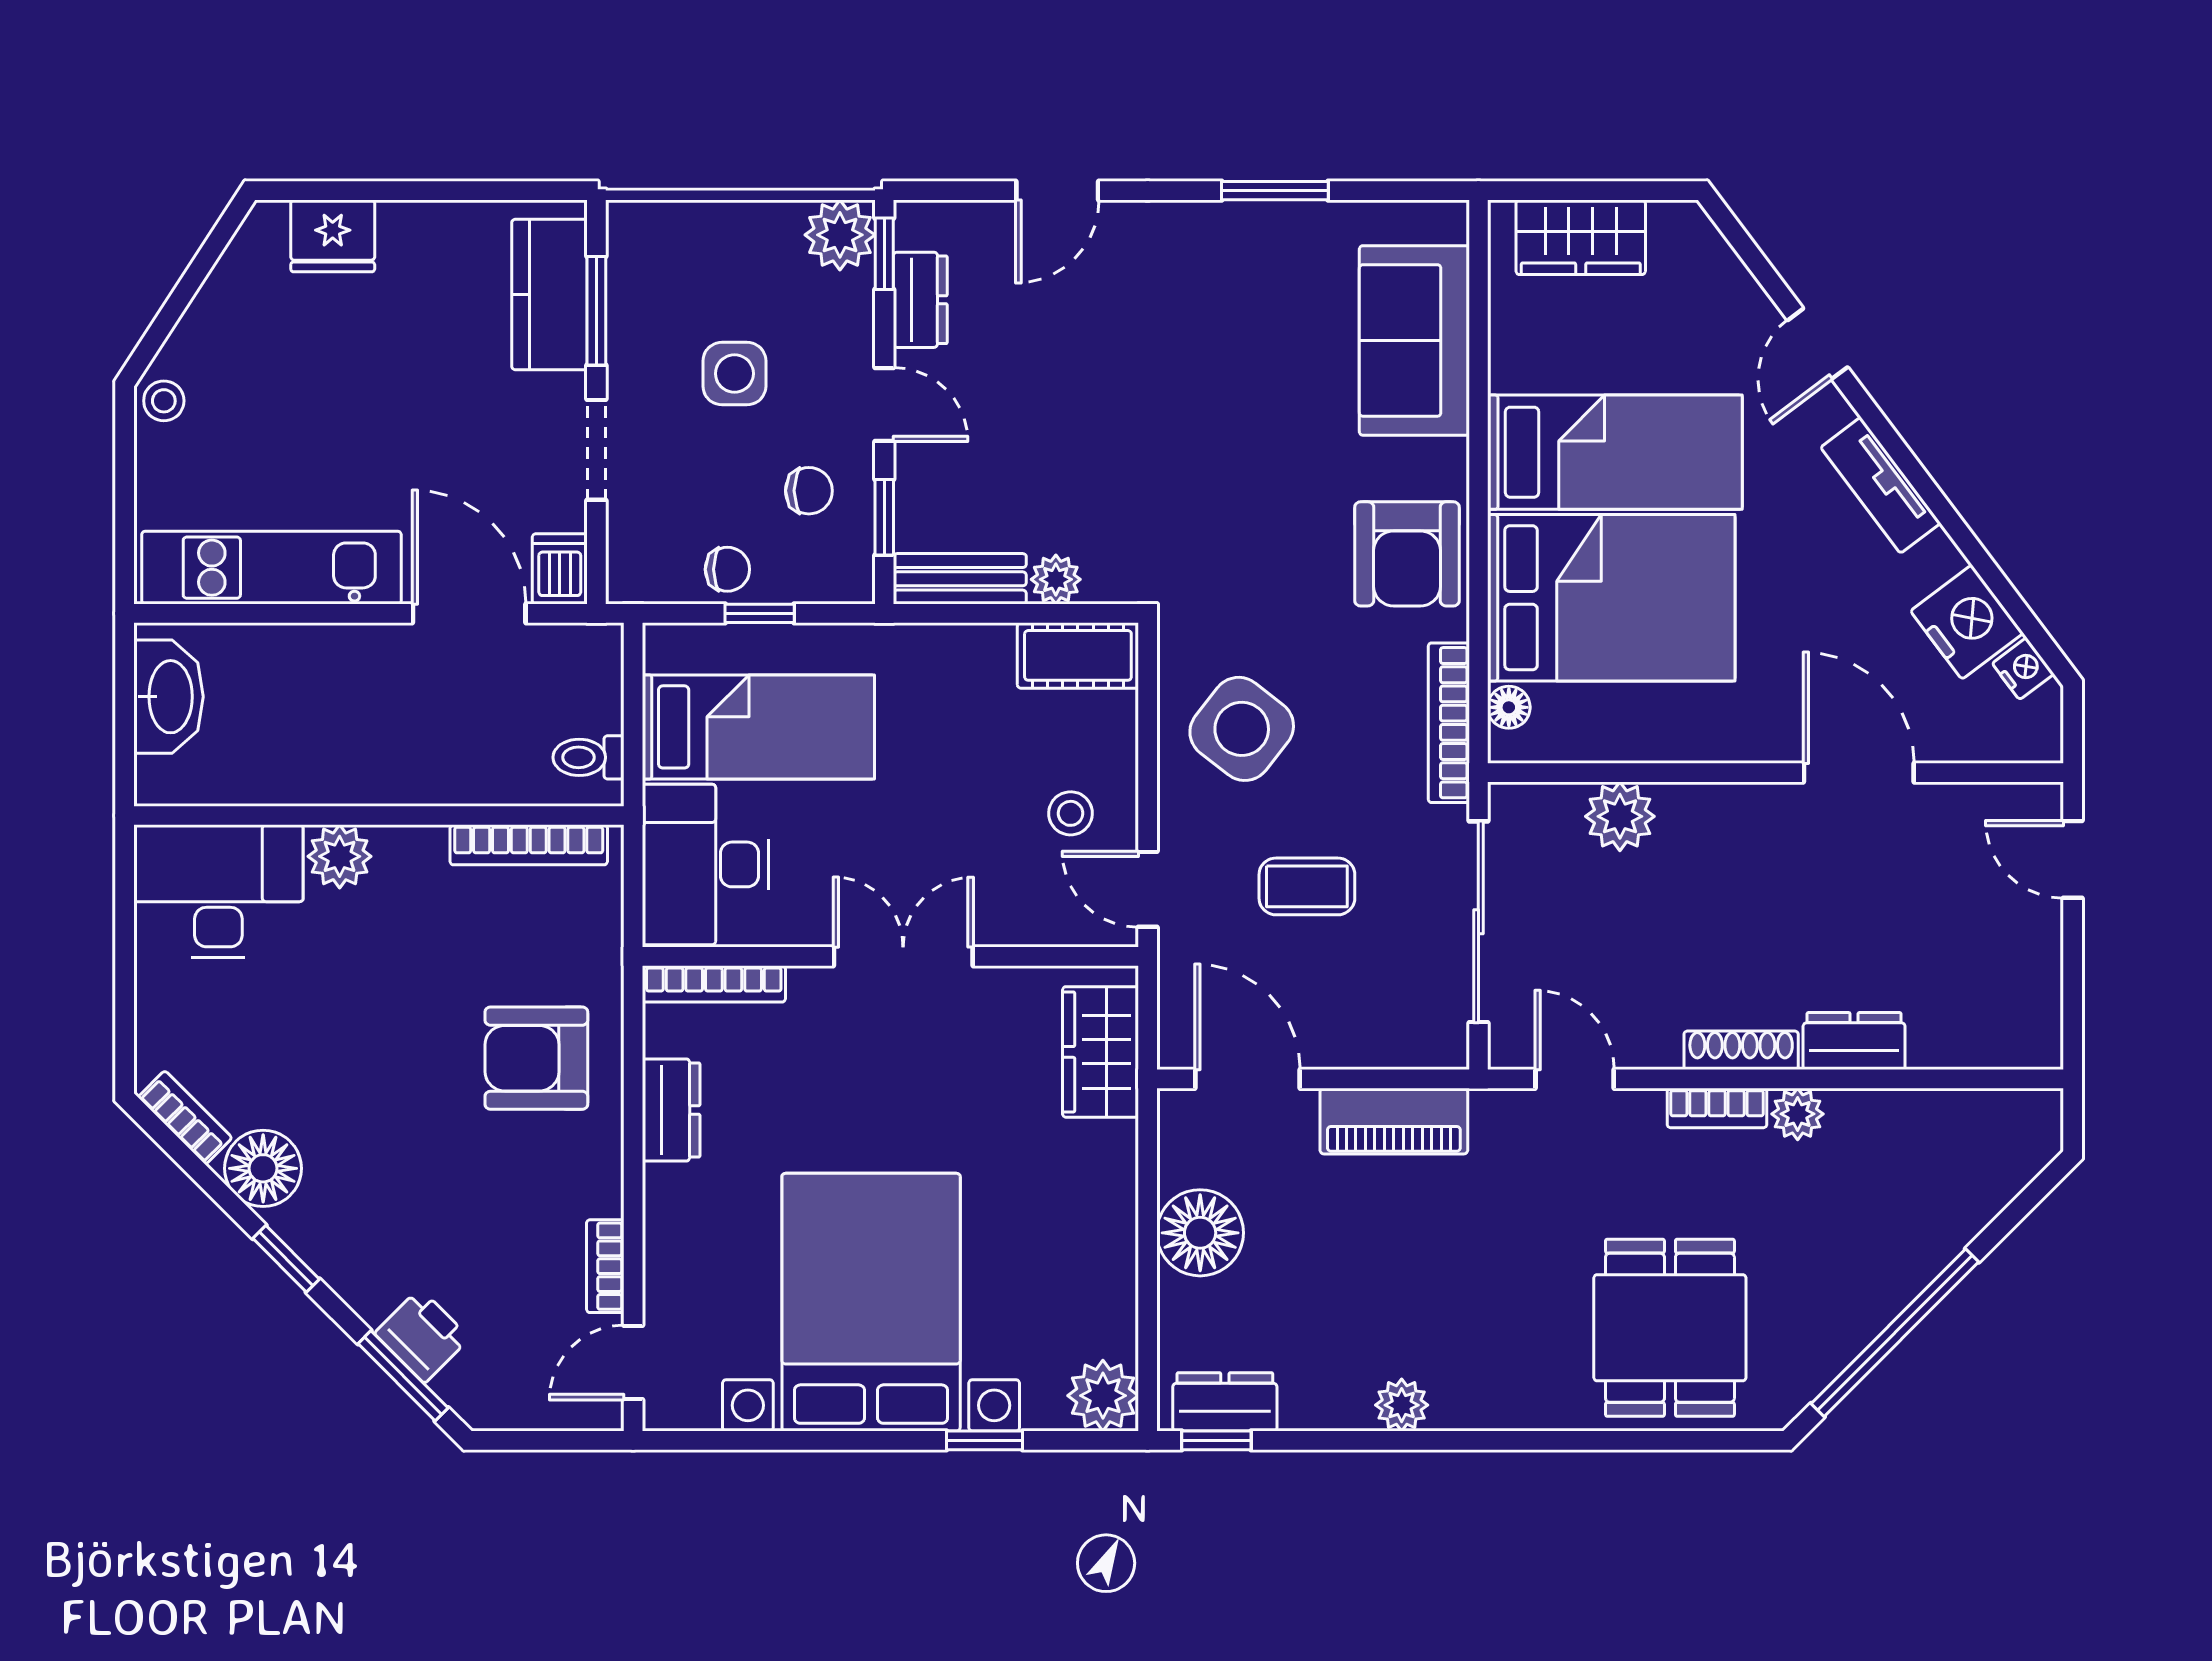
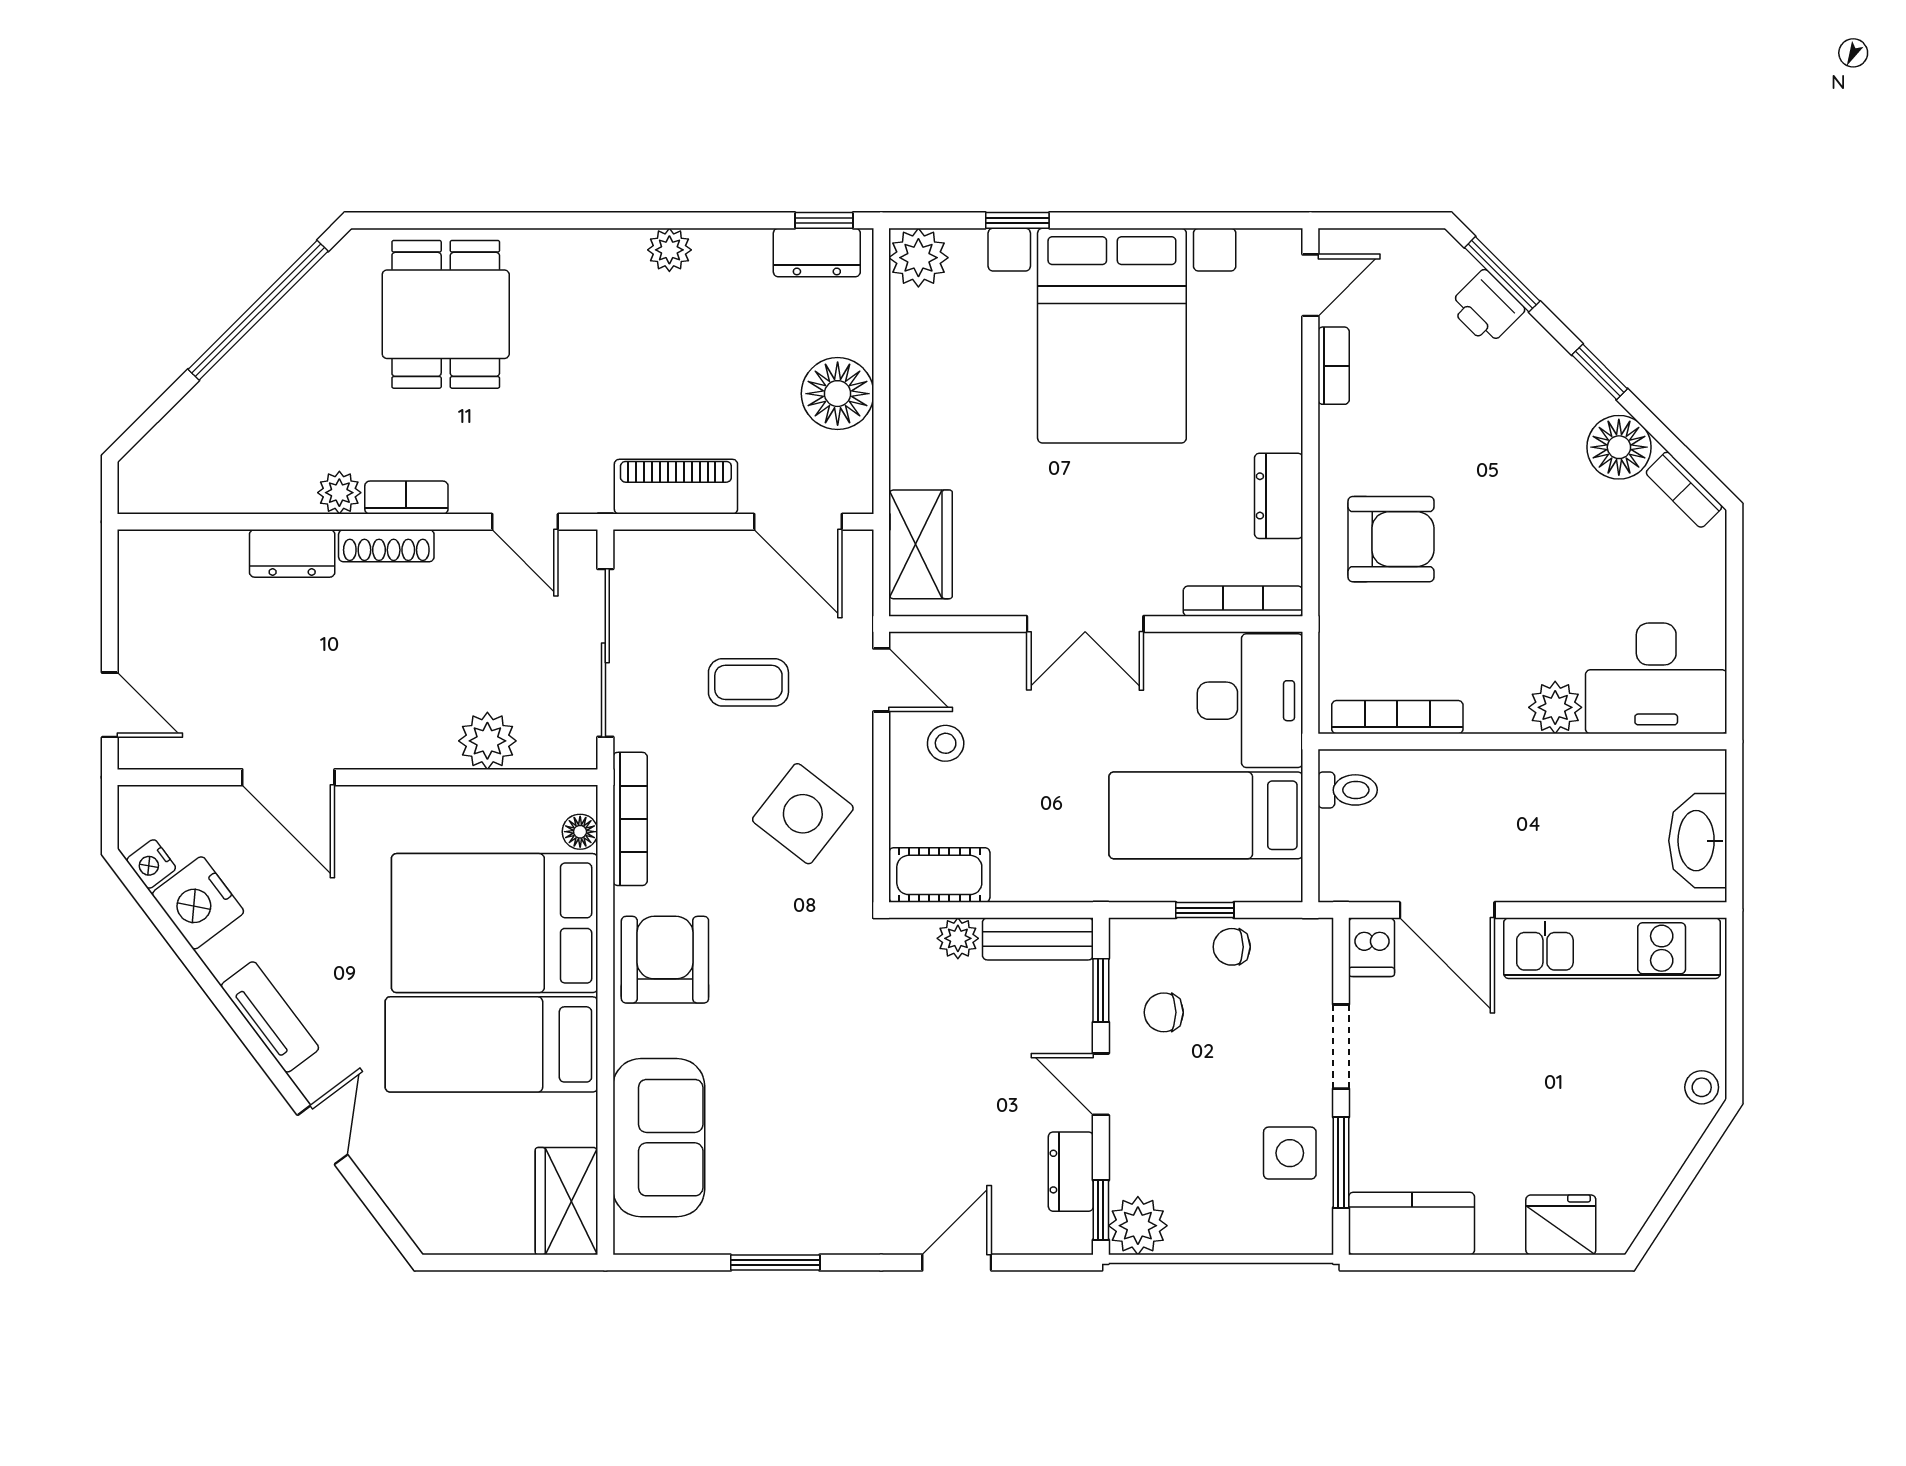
wardrobe: (1581, 237) -> (566, 1201), moved, turned -90
kitchen counter: (549, 295) -> (1412, 1224), moved, turned -90
side table: (734, 374) -> (1290, 1153), moved

